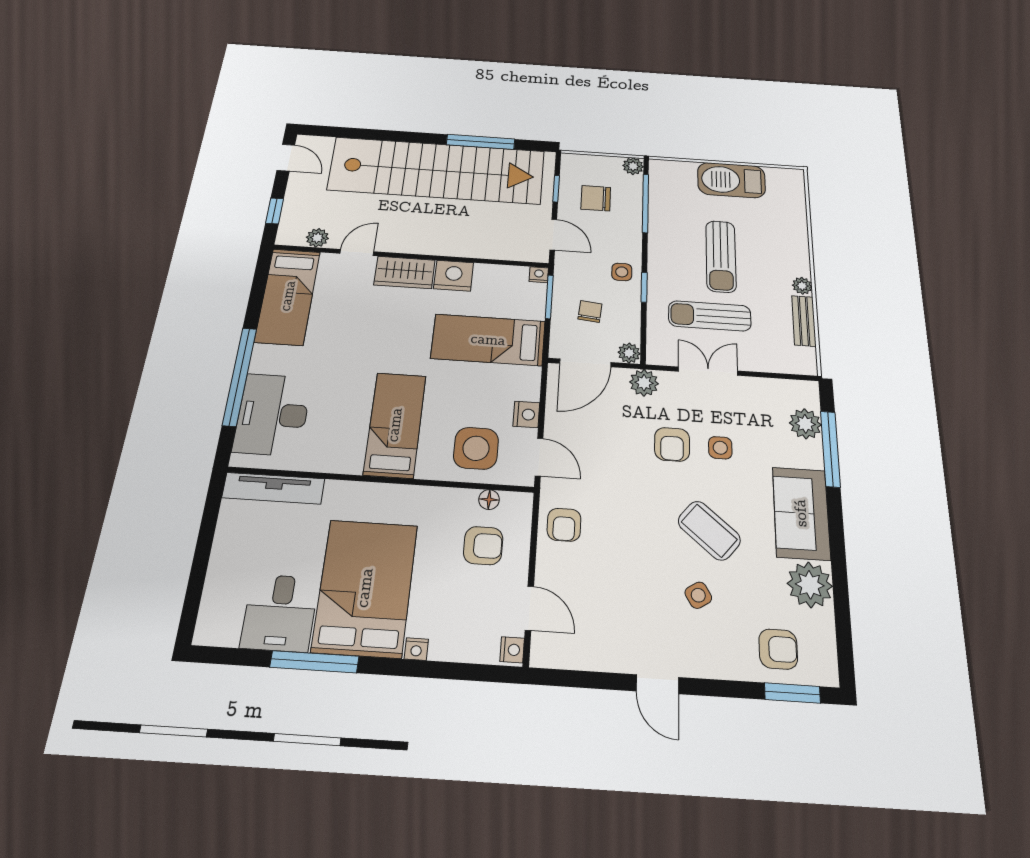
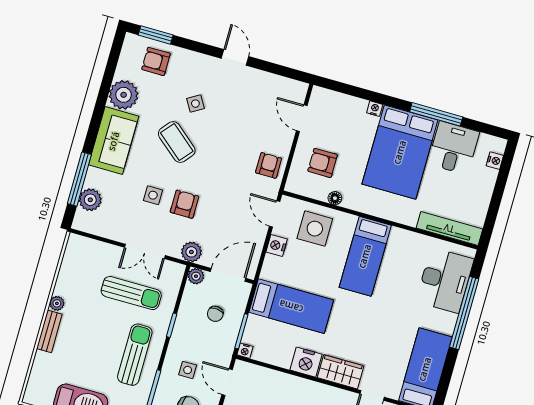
sun lounger: (721, 256) -> (135, 355), moved
side table: (622, 272) -> (188, 370), moved
bench: (804, 321) -> (49, 331), moved
floor lamp: (489, 500) -> (335, 198), moved
nightstand: (512, 650) -> (495, 161), moved, turned 180

